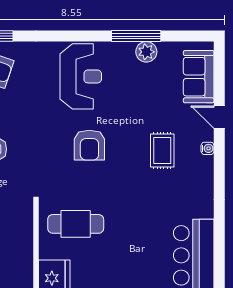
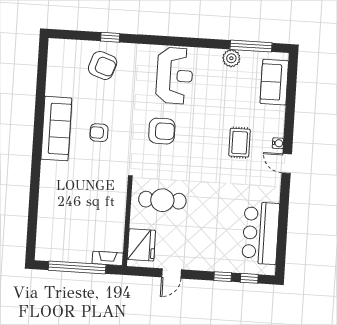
window: (136, 36) -> (251, 46), moved
door: (219, 117) -> (287, 164), moved
armchair: (89, 145) -> (162, 131), moved, turned -90

